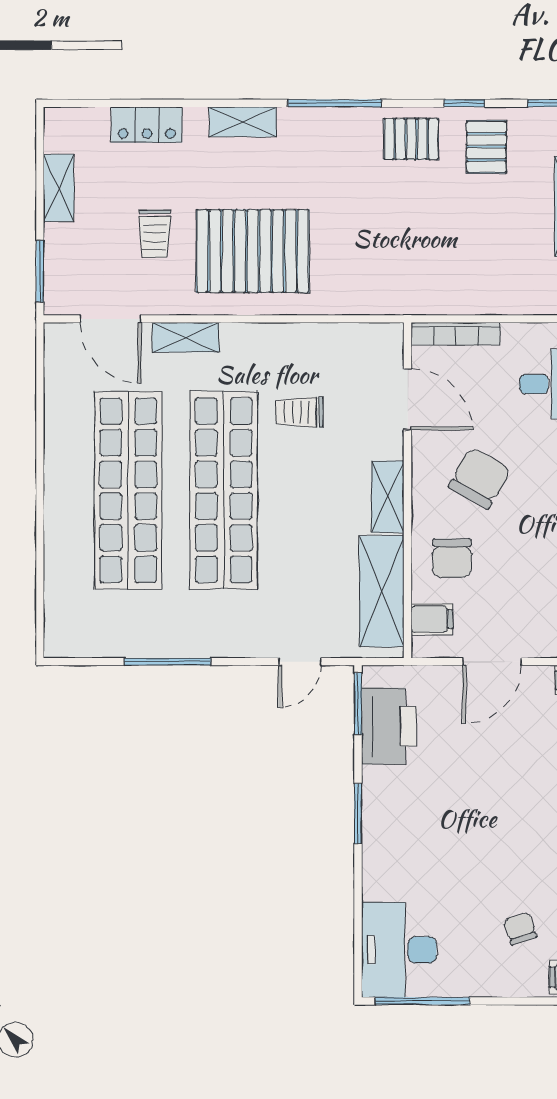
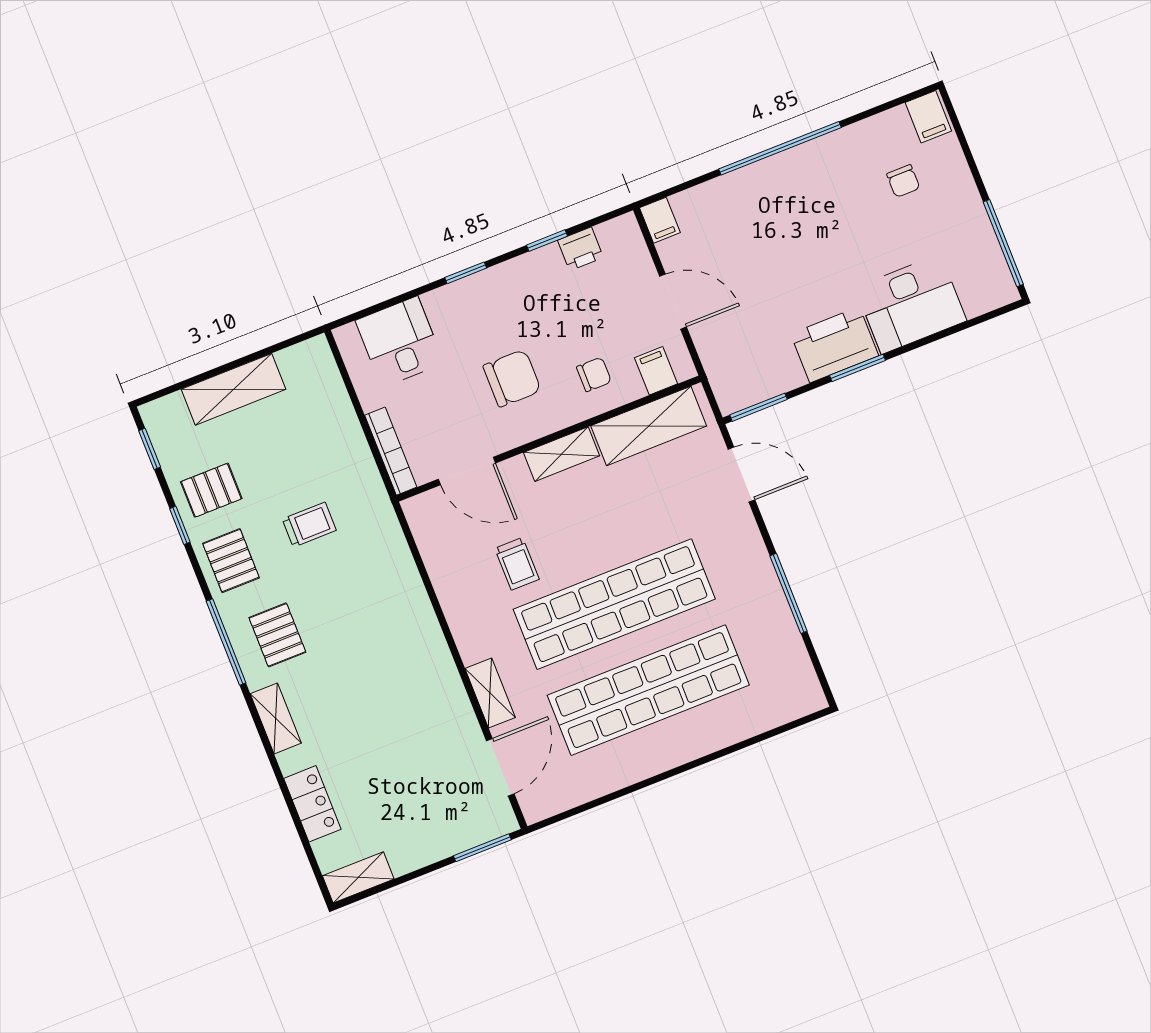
shelving: (59, 188) -> (358, 877), moved
trolley: (155, 234) -> (309, 525), moved
pallet: (253, 251) -> (277, 635), moved, width x0.49, depth x0.50
door: (408, 399) -> (467, 471), swing flipped
chair: (479, 478) -> (512, 378), turned 150
chair: (452, 558) -> (594, 374), width x0.73, depth x0.73
door: (300, 662) -> (741, 475), width x1.38
printer: (389, 726) -> (835, 345), moved
chair: (520, 929) -> (903, 181), turned -72
desk: (399, 950) -> (911, 304), moved

